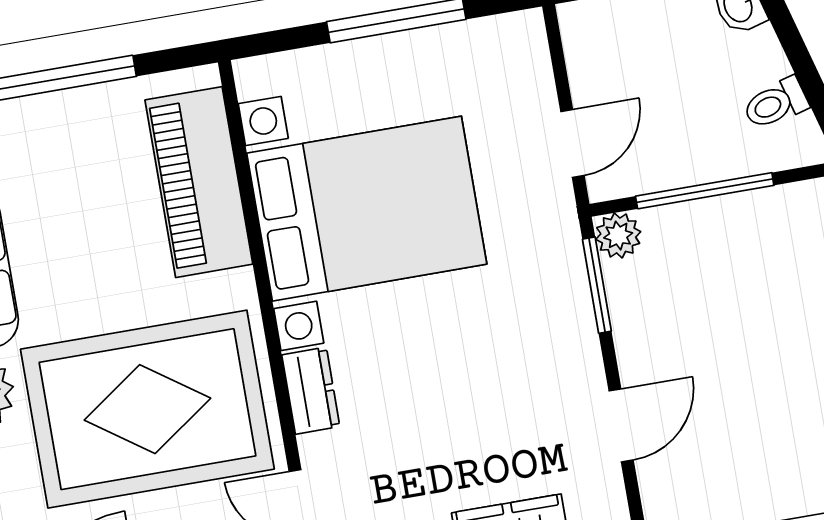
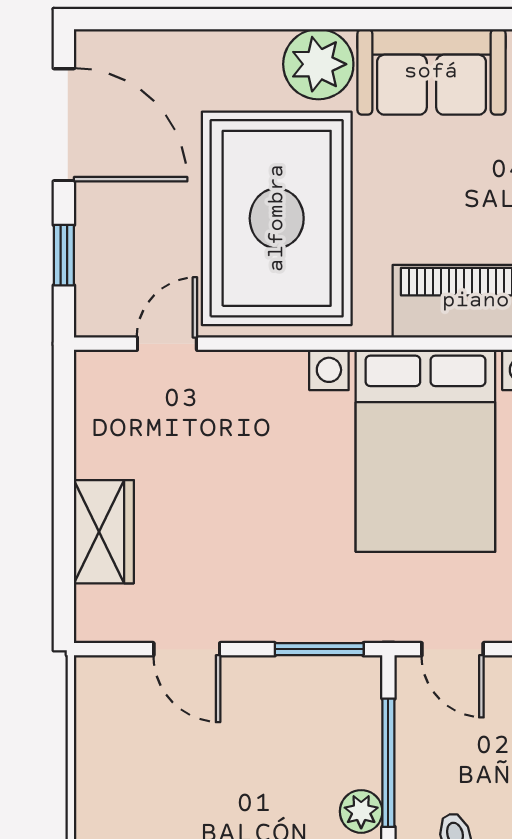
plant: (618, 235) -> (361, 811), moved
dresser: (311, 391) -> (268, 371), removed

